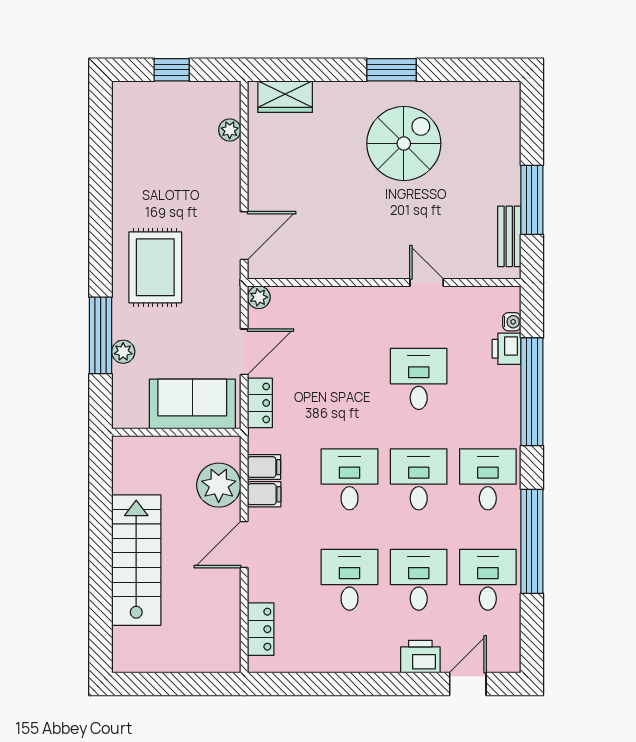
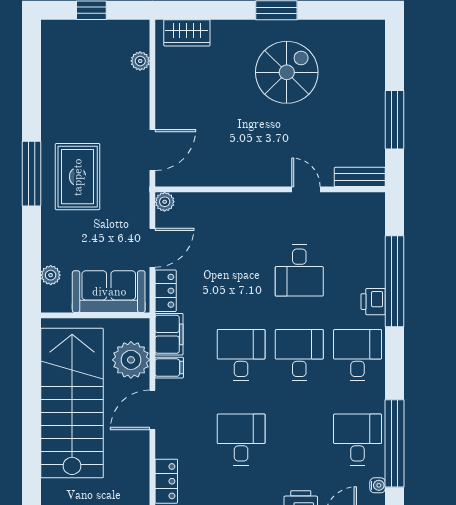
bench: (509, 236) -> (360, 177), moved, turned 90
water cooler: (512, 322) -> (378, 485), moved
window: (101, 335) -> (31, 174), moved
printer: (506, 349) -> (373, 302), moved
plant: (123, 352) -> (51, 275), moved
desk: (419, 379) -> (299, 271), turned 180
filing cabinet: (264, 467) -> (169, 334), width x2.00
window: (532, 541) -> (395, 443), moved
stairs: (136, 560) -> (72, 403), width x1.36, depth x1.51
desk: (419, 580) -> (299, 440), removed

